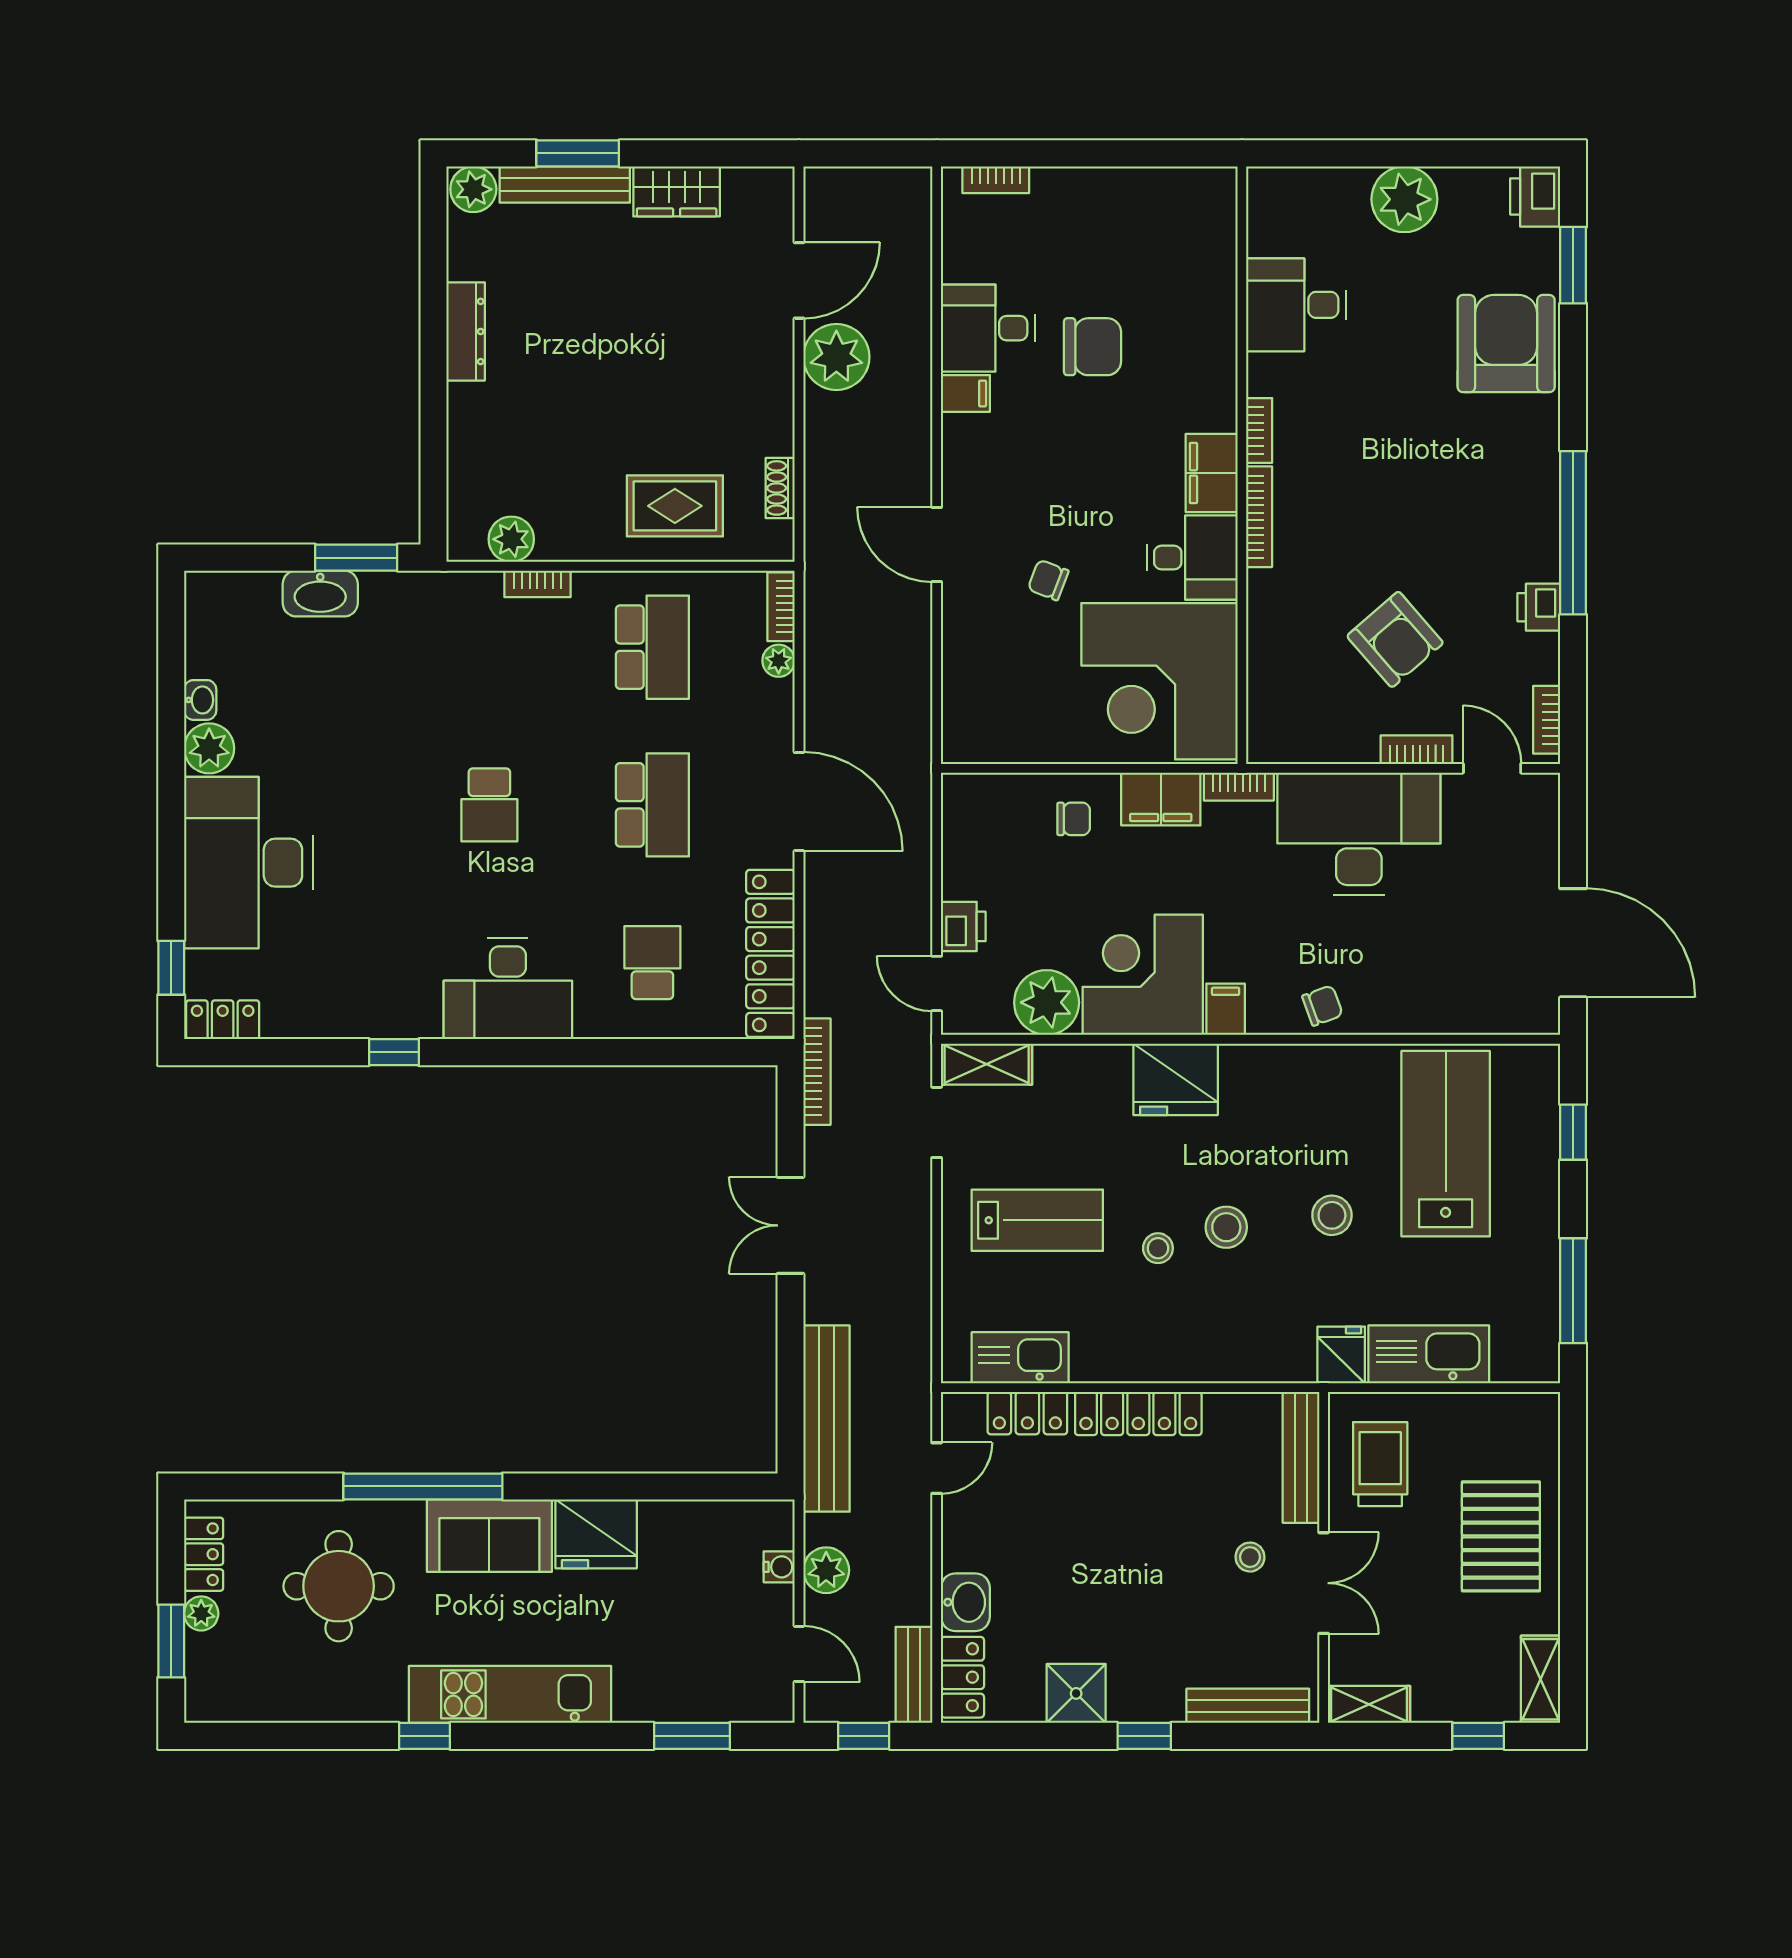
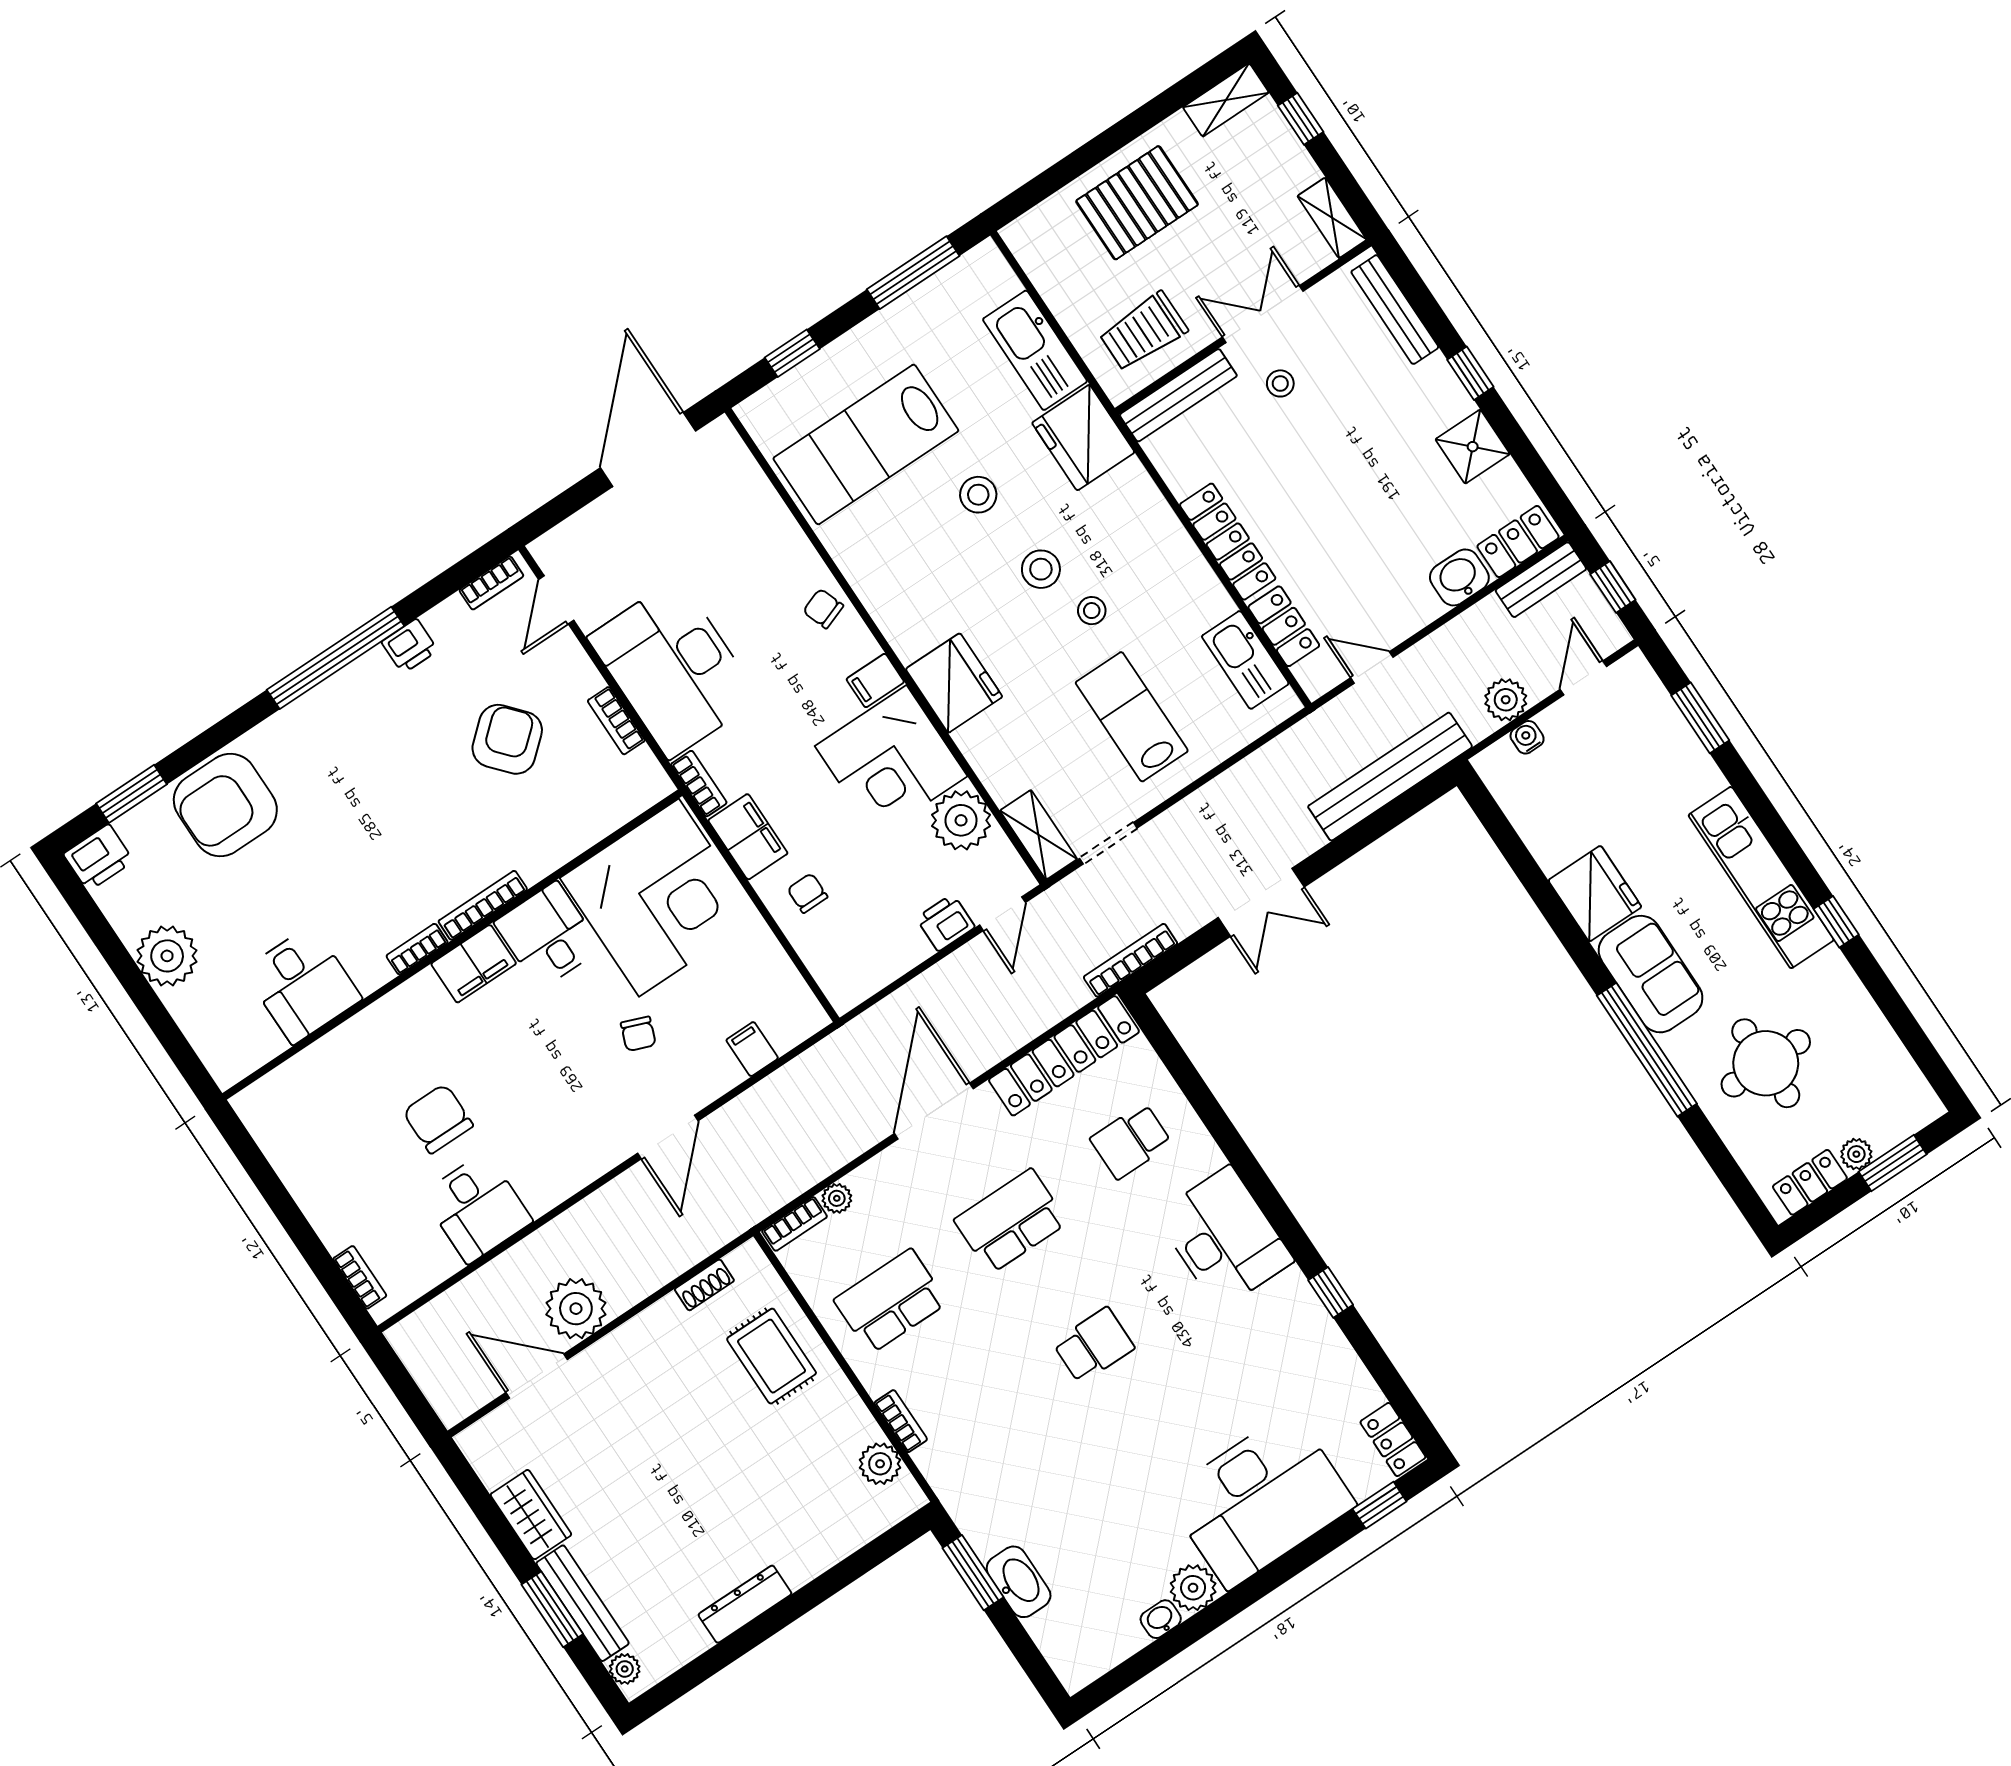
plant: (473, 189) -> (625, 1669), width x0.73, depth x0.73
filing cabinet: (965, 393) -> (752, 1049), moved
bookcase: (1417, 750) -> (616, 721), moved
fridge: (1341, 1355) -> (1083, 438), width x1.88, depth x1.34

